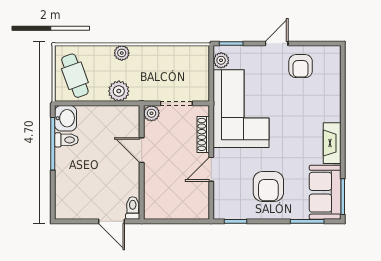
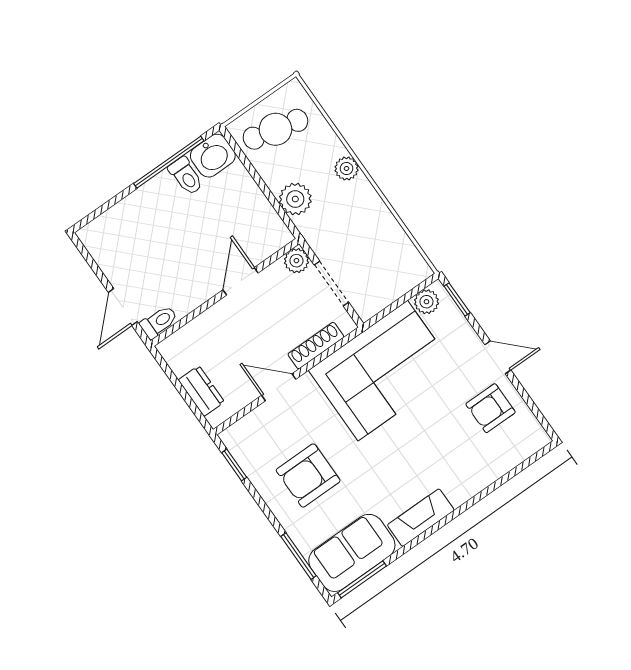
cafe table: (75, 76) -> (275, 129), turned 33
dresser: (185, 211) -> (201, 391), added

